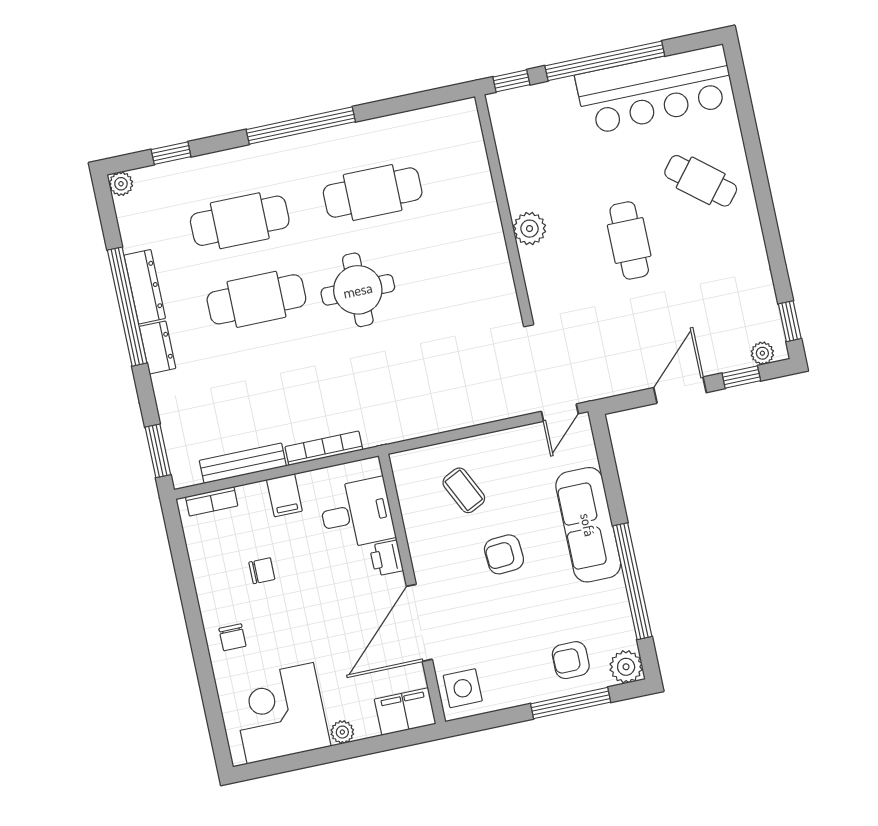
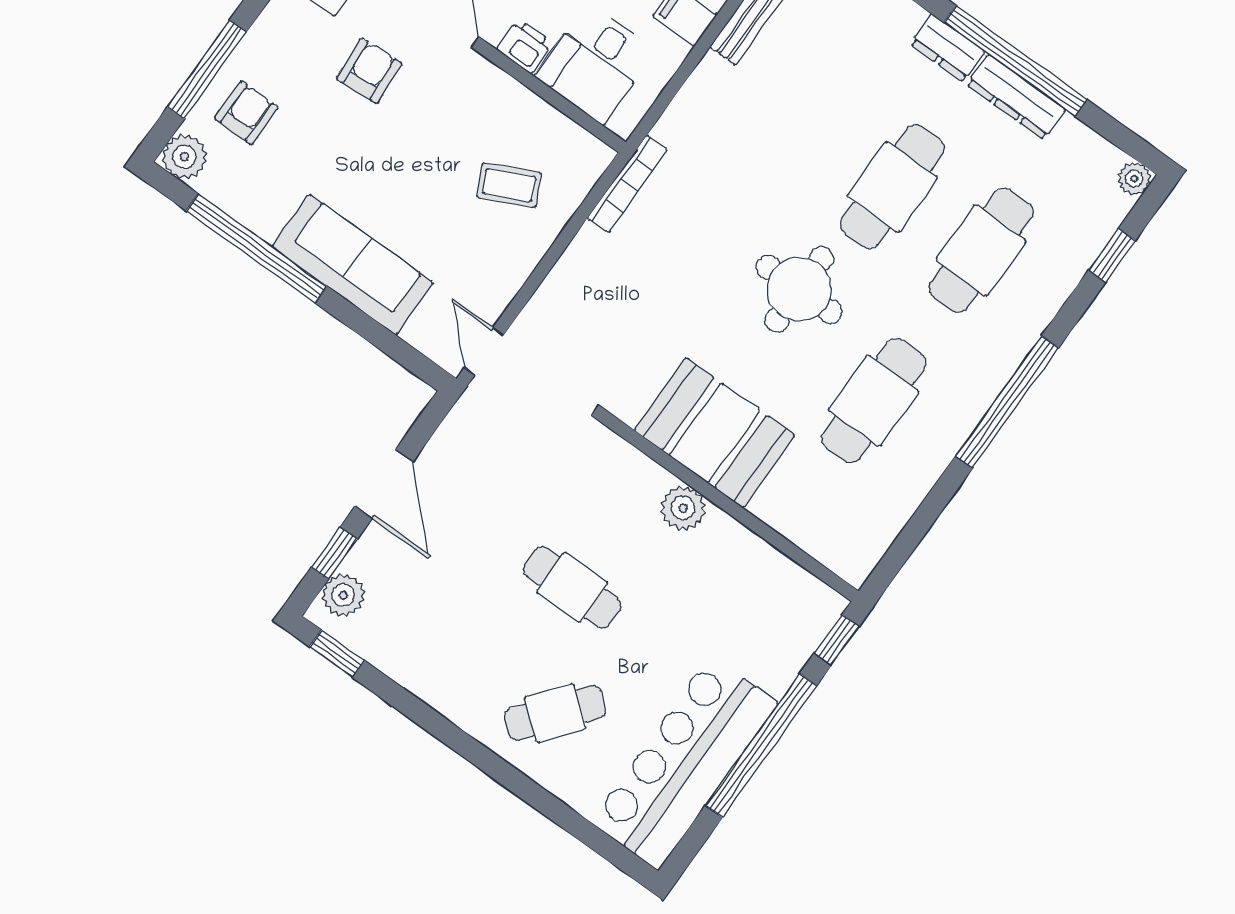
booth: (475, 254) -> (715, 433), added
plant: (762, 353) -> (343, 595), width x1.38, depth x1.38
bookcase: (324, 448) -> (628, 184), moved
armchair: (504, 554) -> (369, 71), moved

